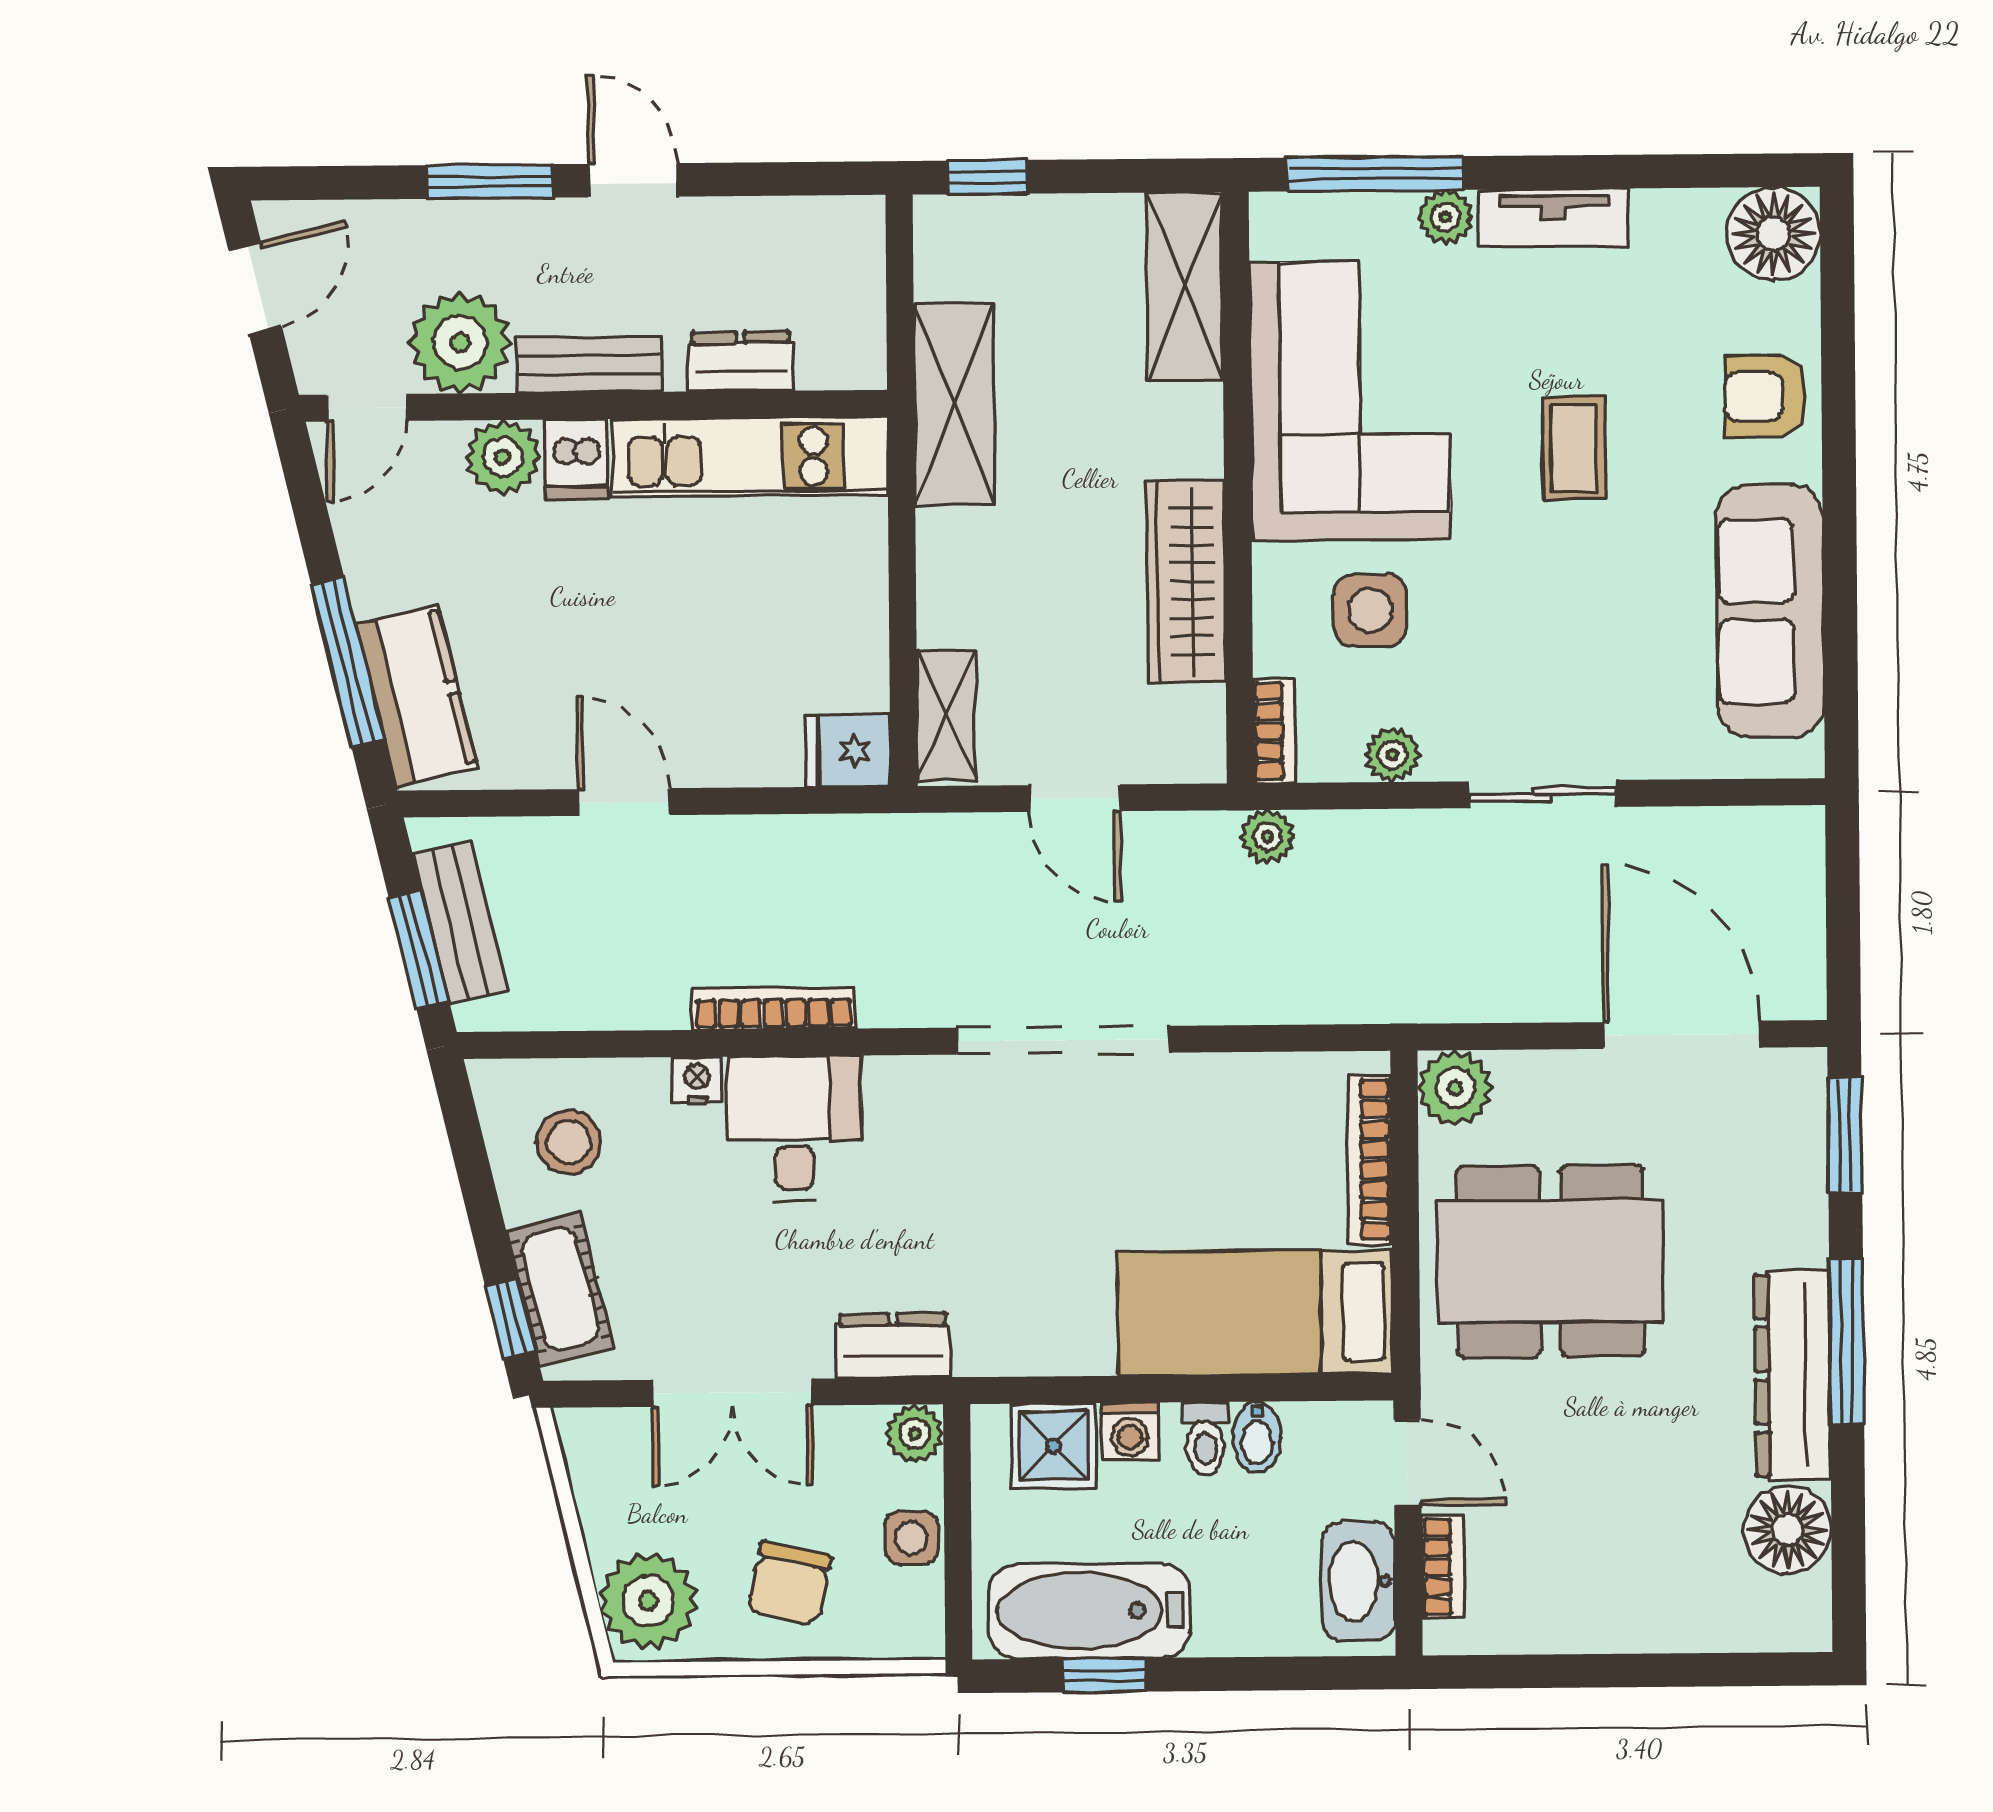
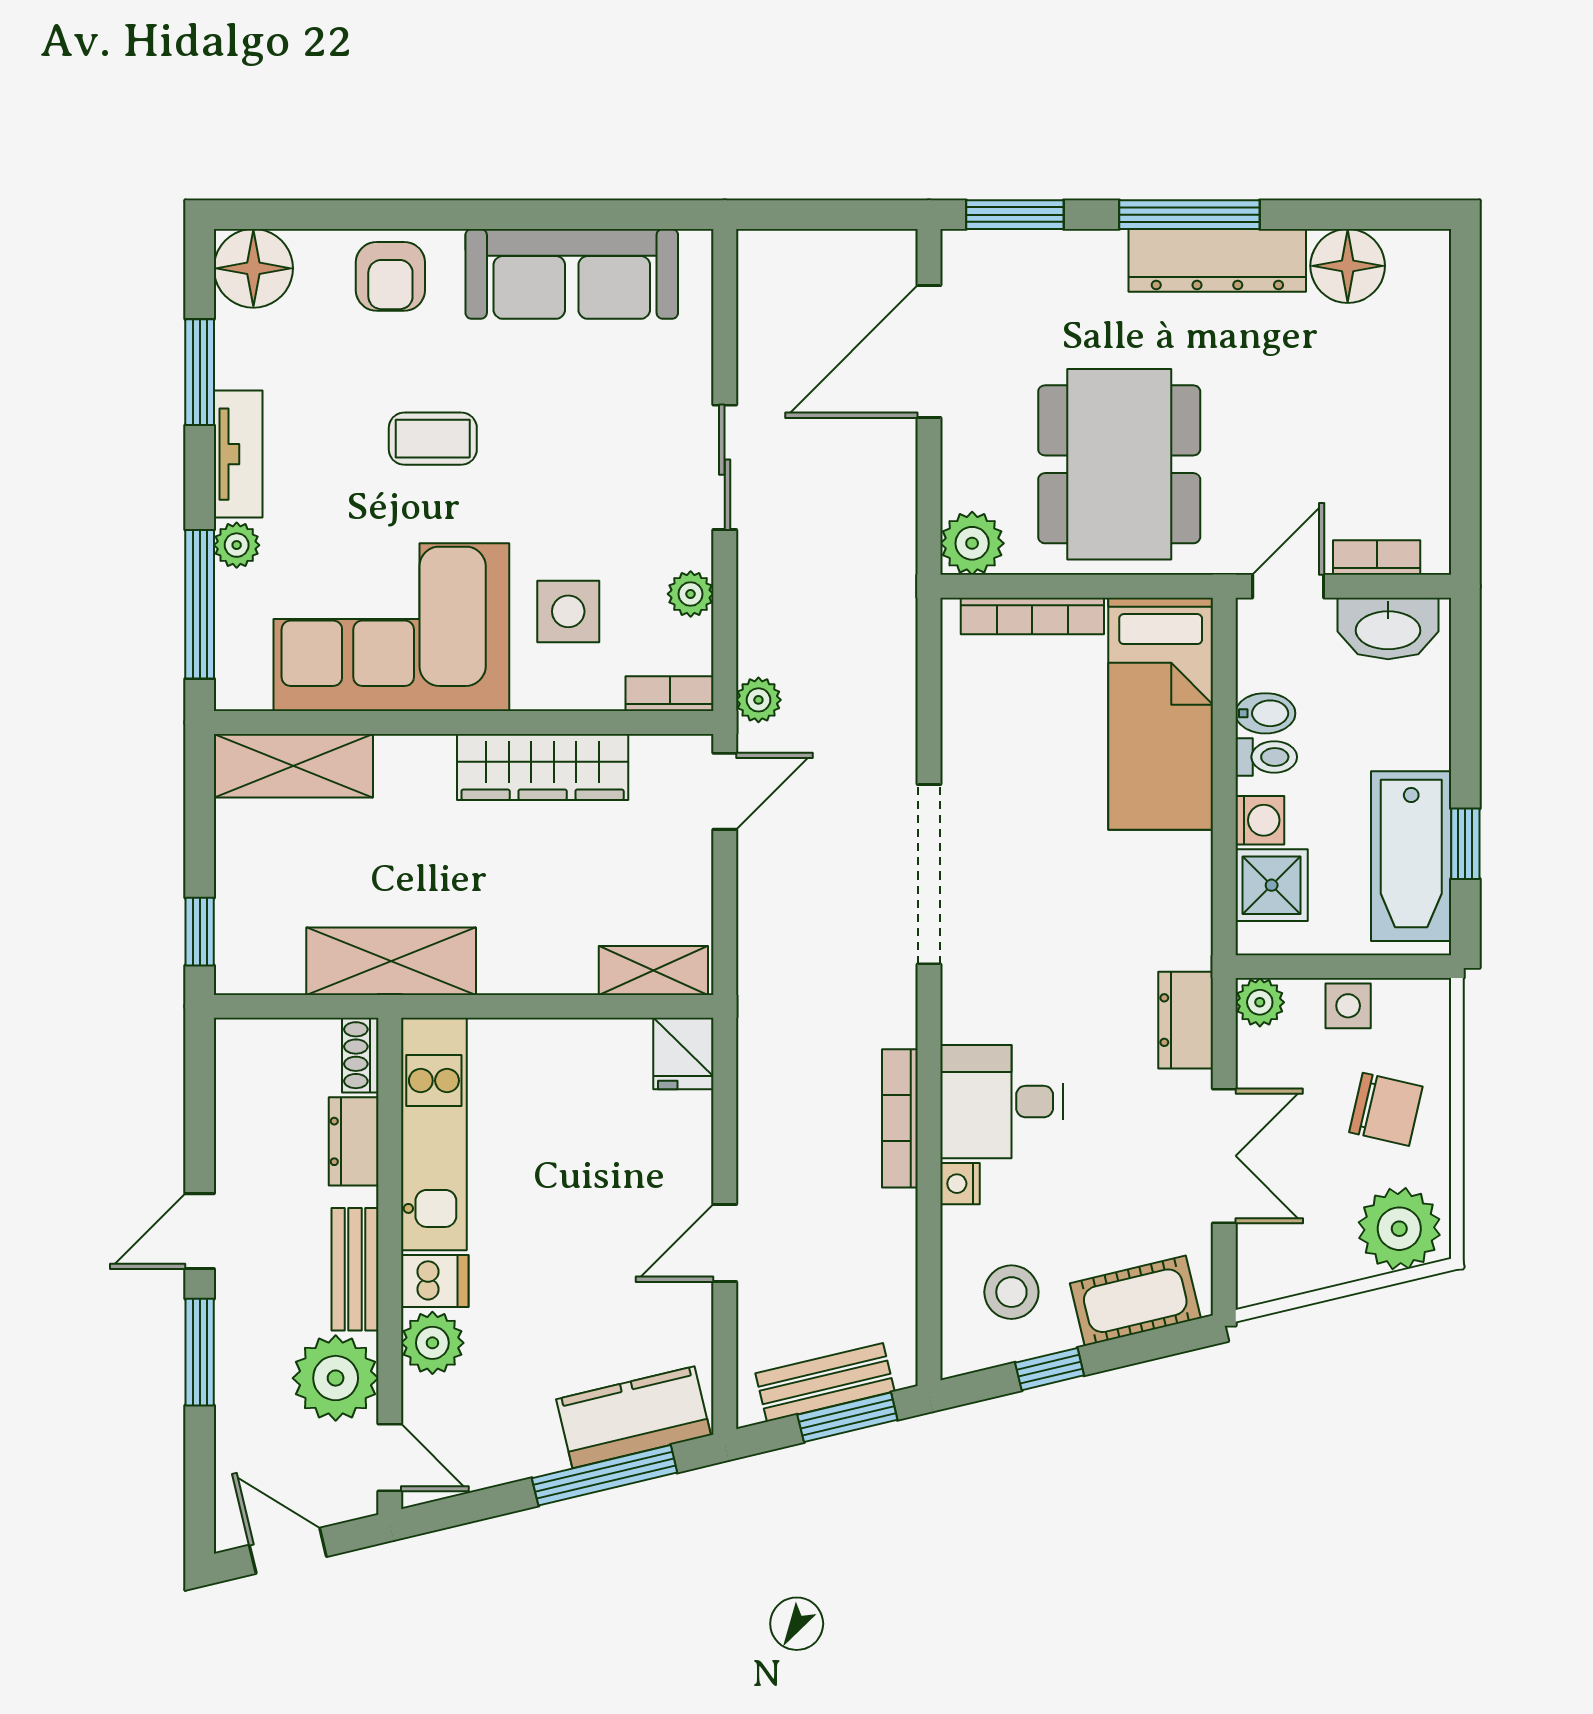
window: (1650, 171) -> (200, 372), added
shoe rack: (843, 369) -> (360, 1055), added
door: (1075, 798) -> (725, 791), moved
window: (511, 1319) -> (1050, 1369), moved

